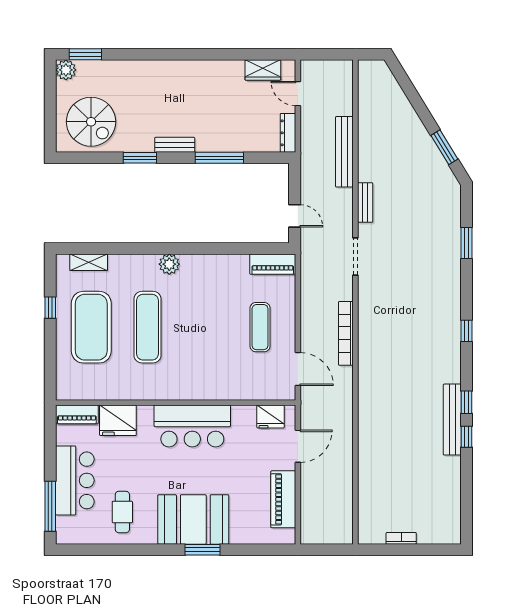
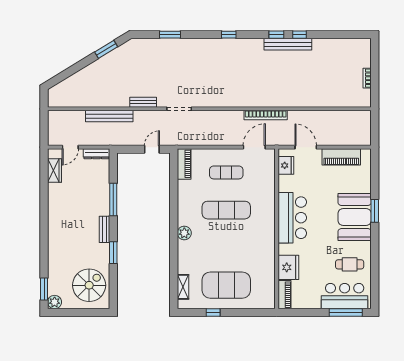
exercise mat: (148, 327) -> (226, 210), moved
bookcase: (346, 333) -> (266, 115), moved
bar counter: (75, 480) -> (345, 296), moved

